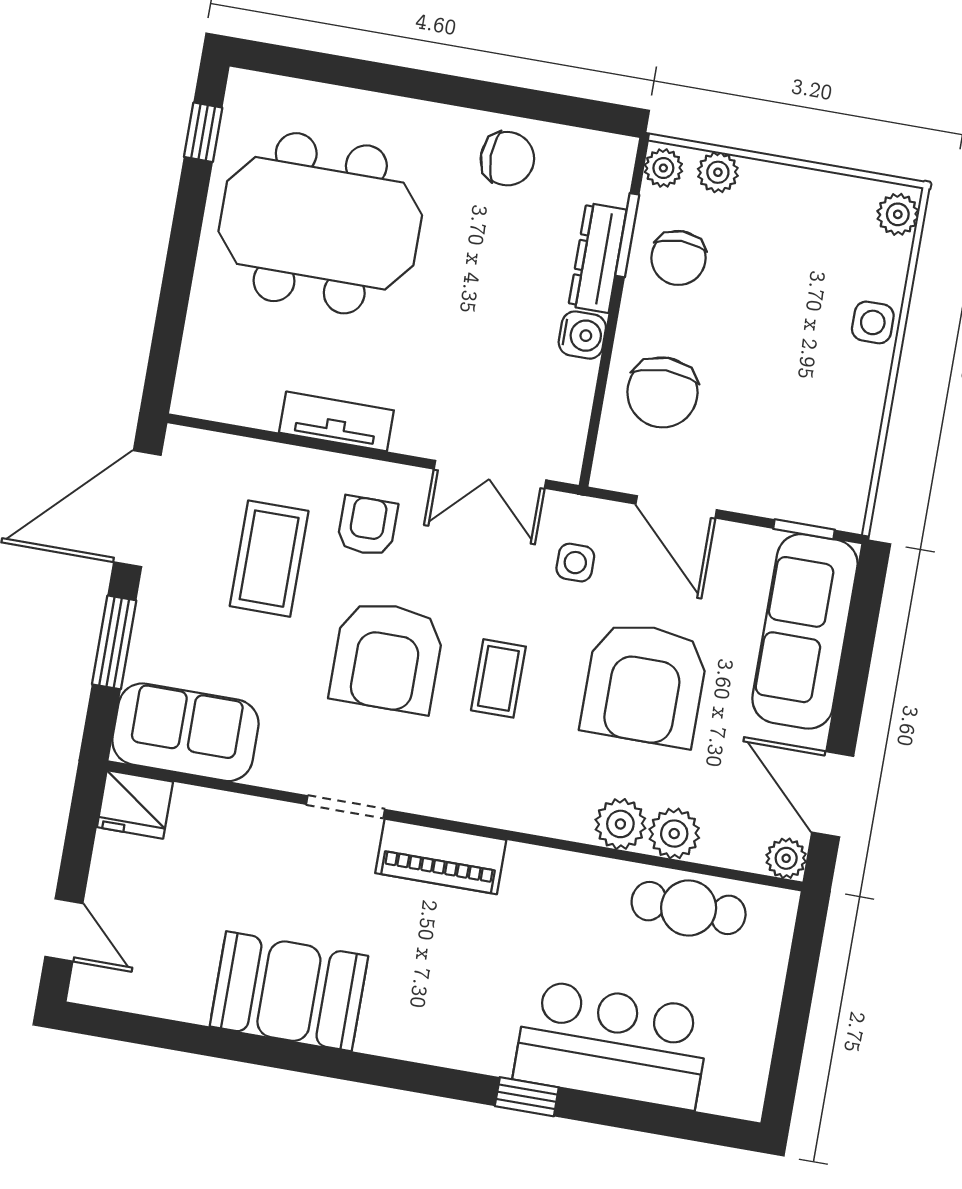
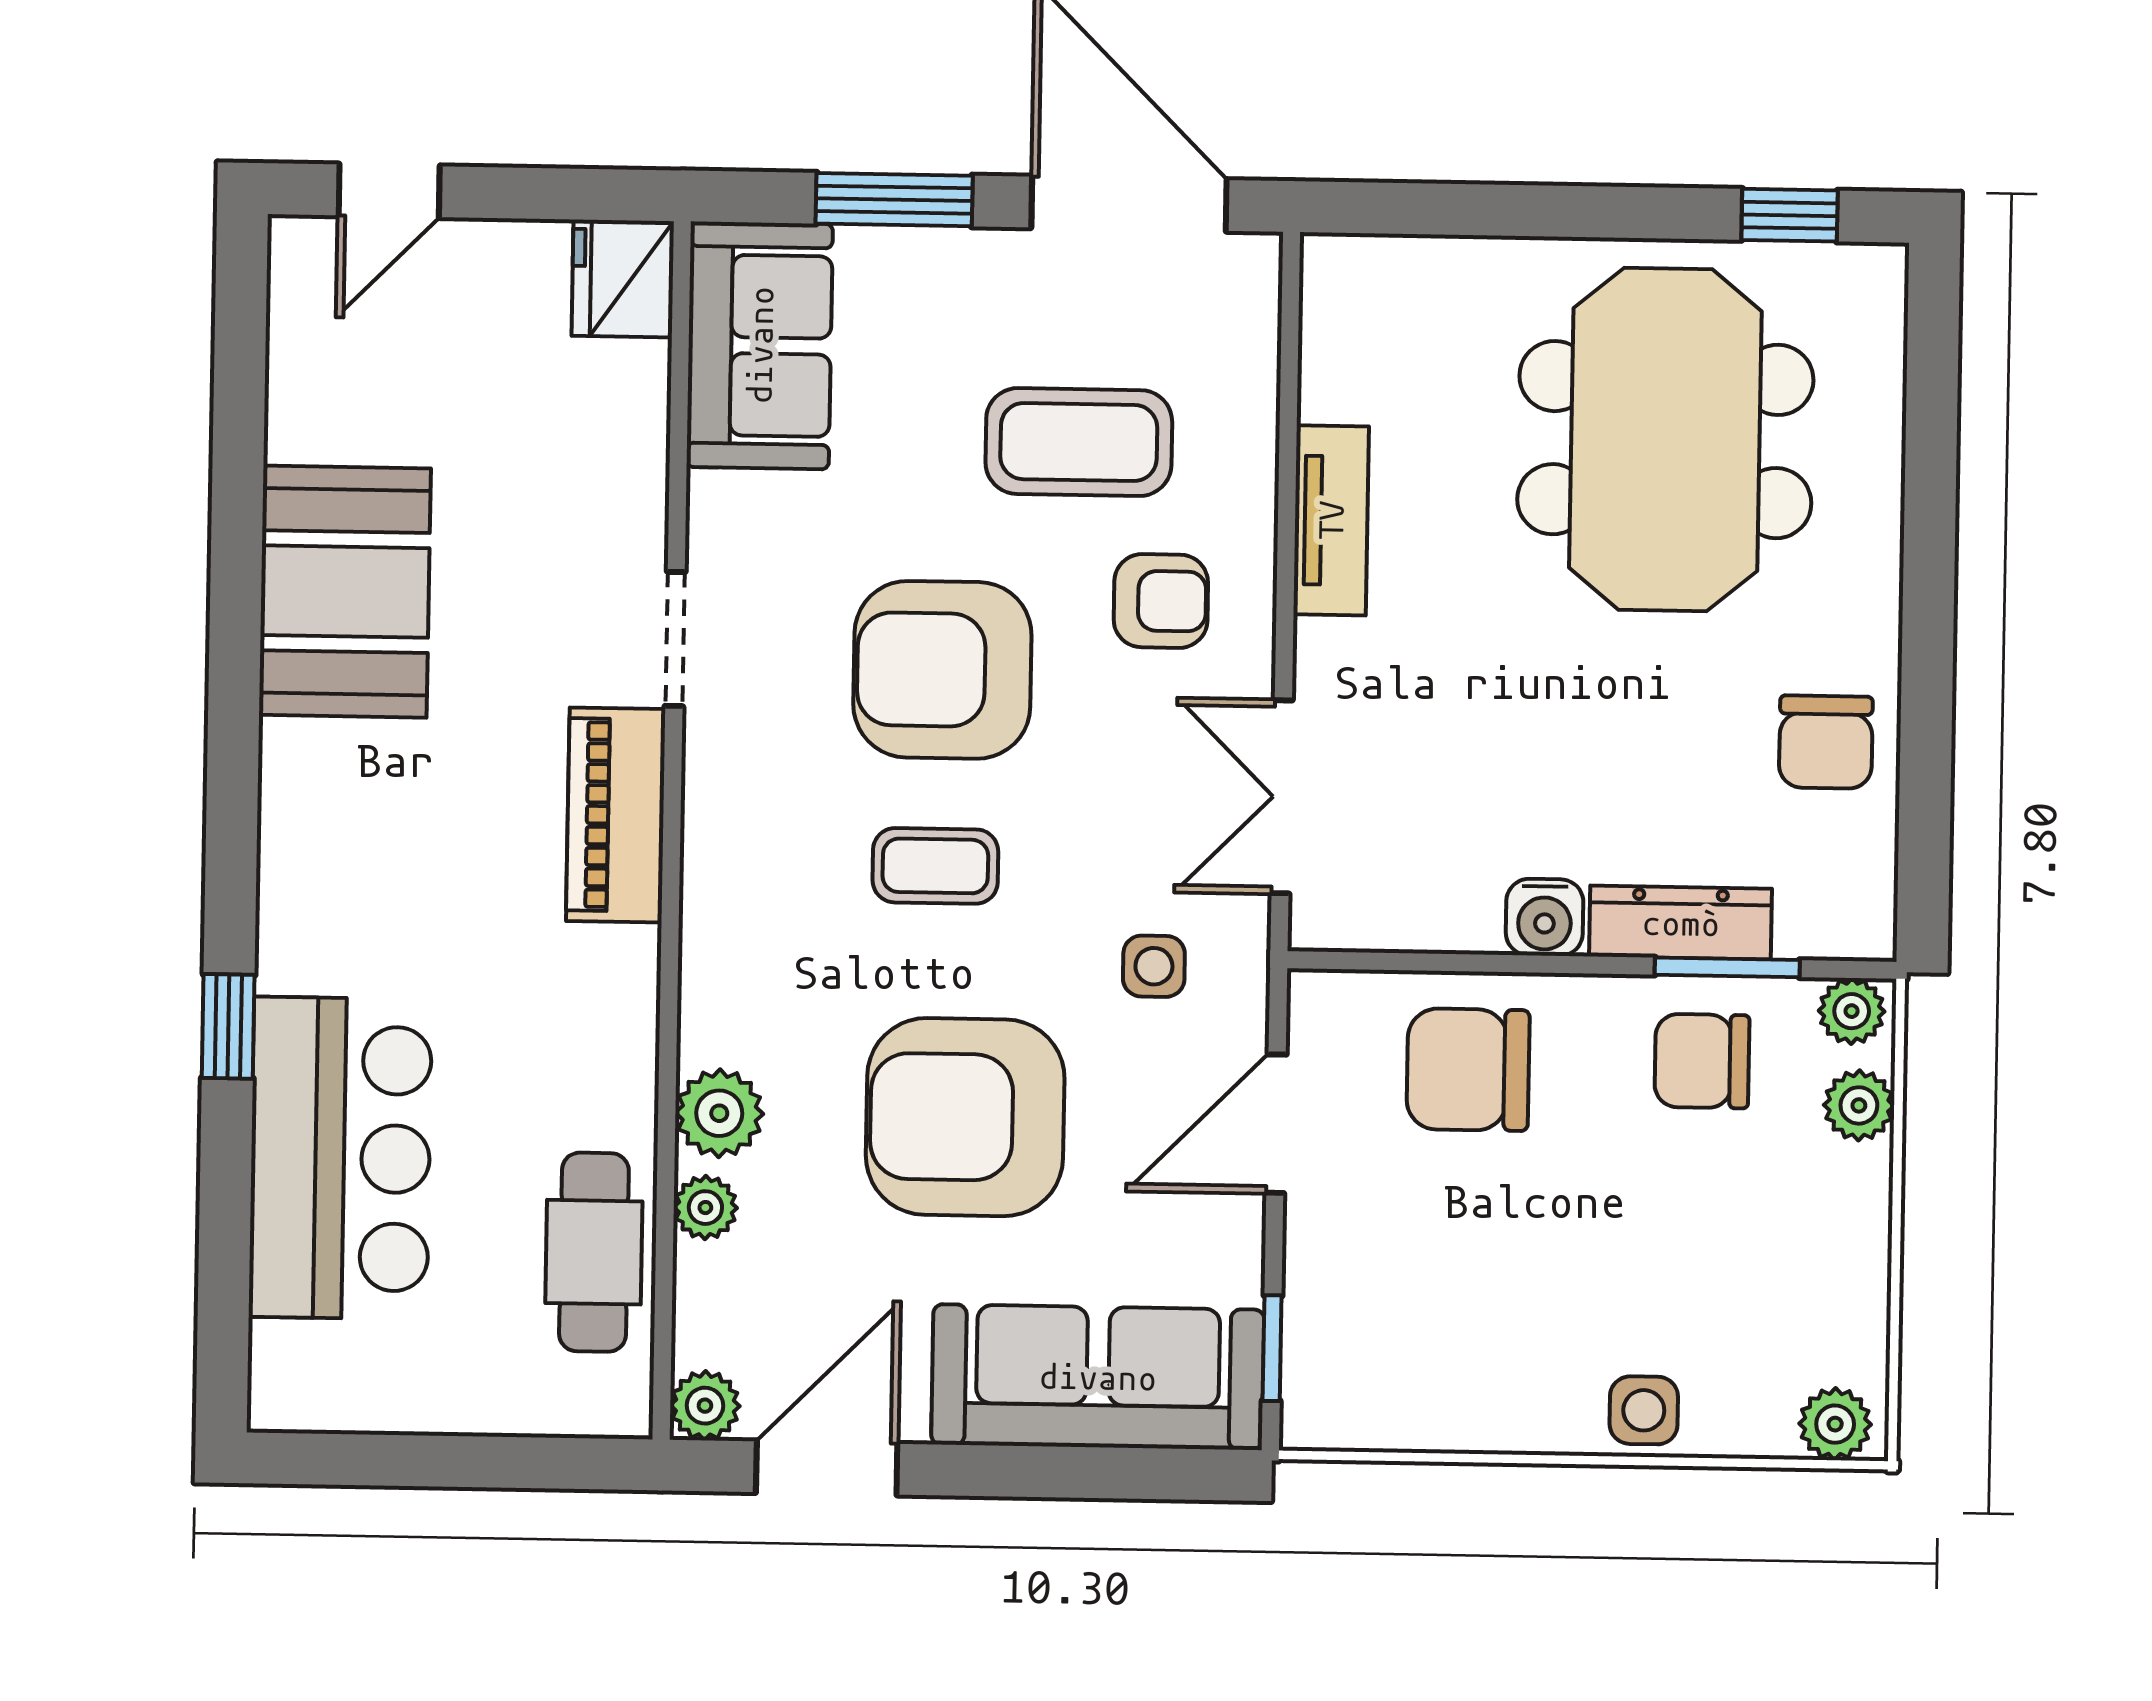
plant: (674, 834) -> (705, 1208), width x0.73, depth x0.73

